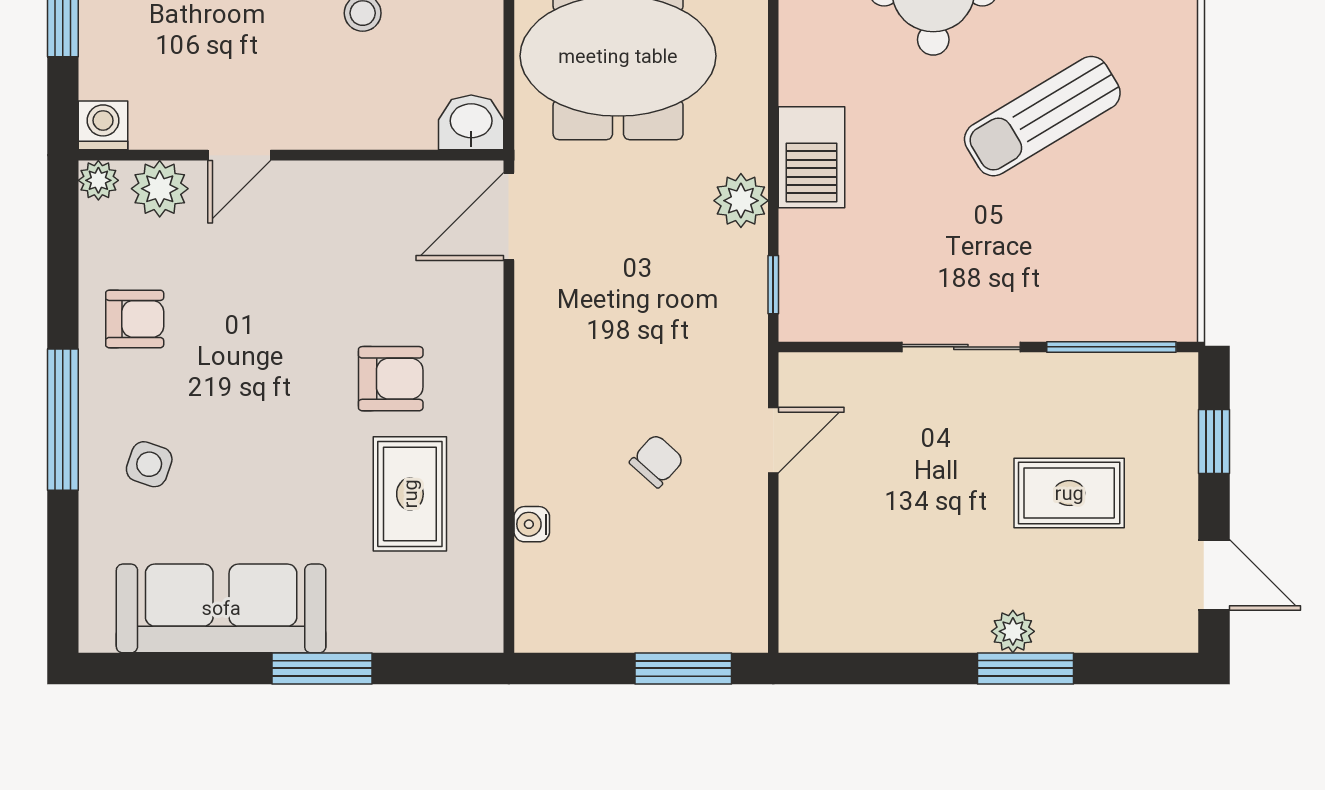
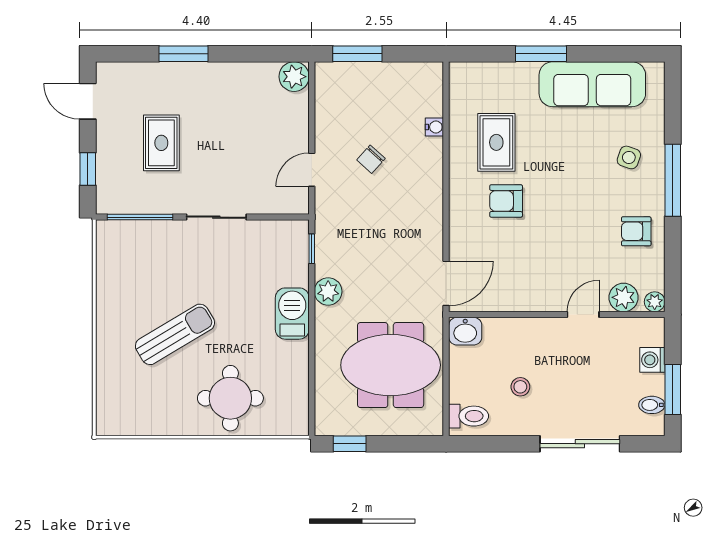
washing machine: (103, 125) -> (652, 360), moved, turned 90
rug: (1069, 493) -> (161, 143), turned 90
plant: (1013, 631) -> (294, 77), moved, width x1.38, depth x1.38

